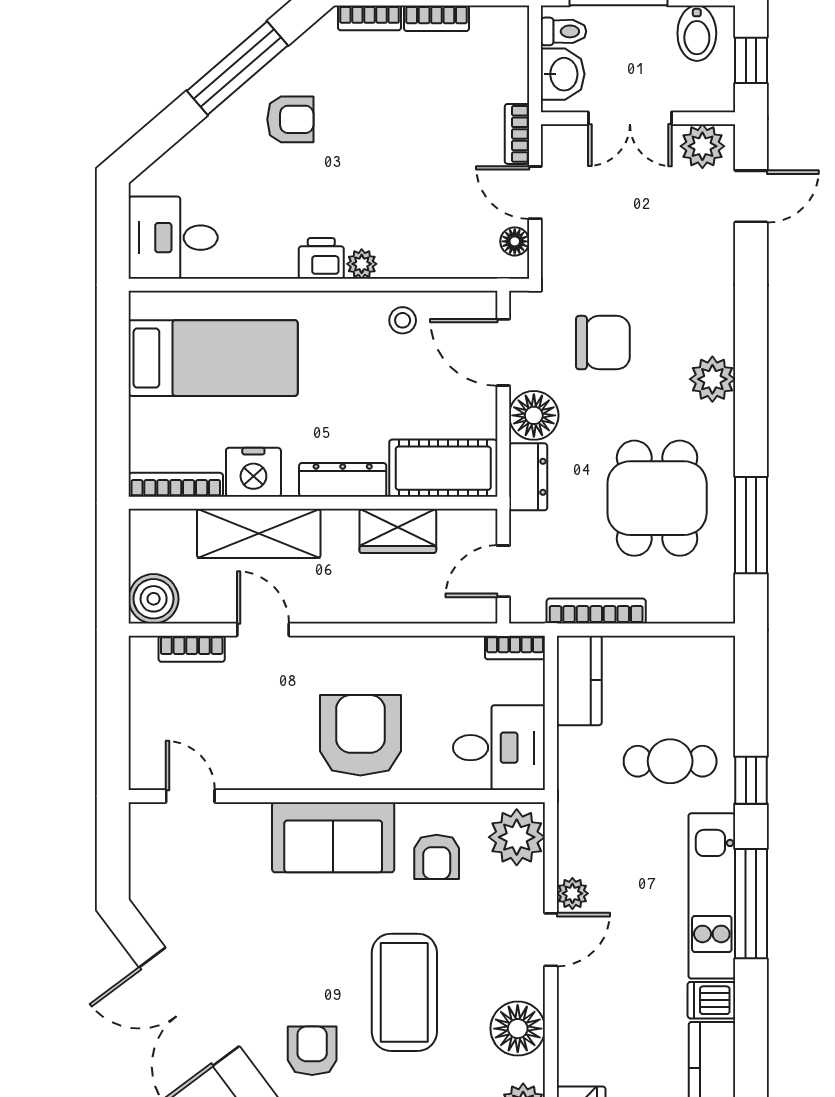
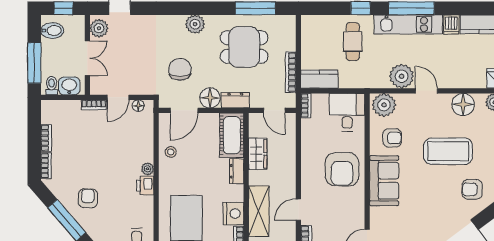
dresser: (343, 480) -> (237, 171), width x0.70
armchair: (360, 735) -> (342, 169), turned -90
plant: (572, 893) -> (402, 76), width x1.88, depth x1.88

